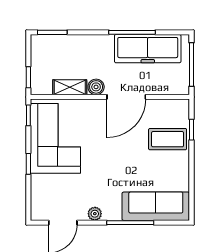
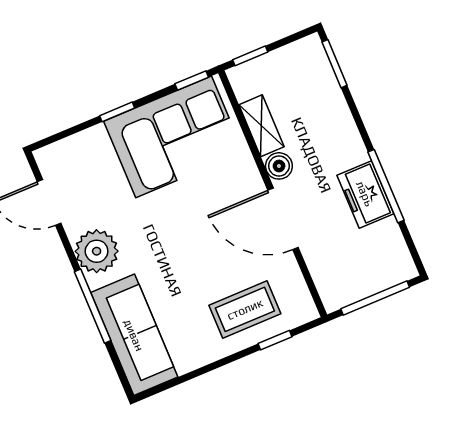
freezer: (148, 49) -> (365, 194), width x0.52, depth x0.79
coffee table: (168, 139) -> (245, 309), turned 90
plant: (95, 214) -> (97, 251), width x1.87, depth x1.87

